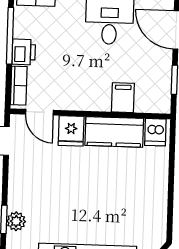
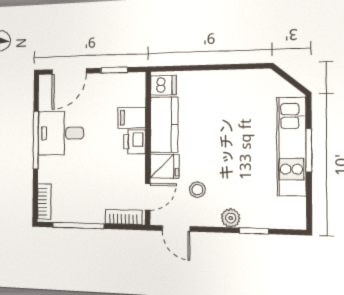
printer: (24, 52) -> (135, 142), moved, turned -90
stool: (46, 164) -> (197, 190), added
plant: (16, 221) -> (231, 218), moved

